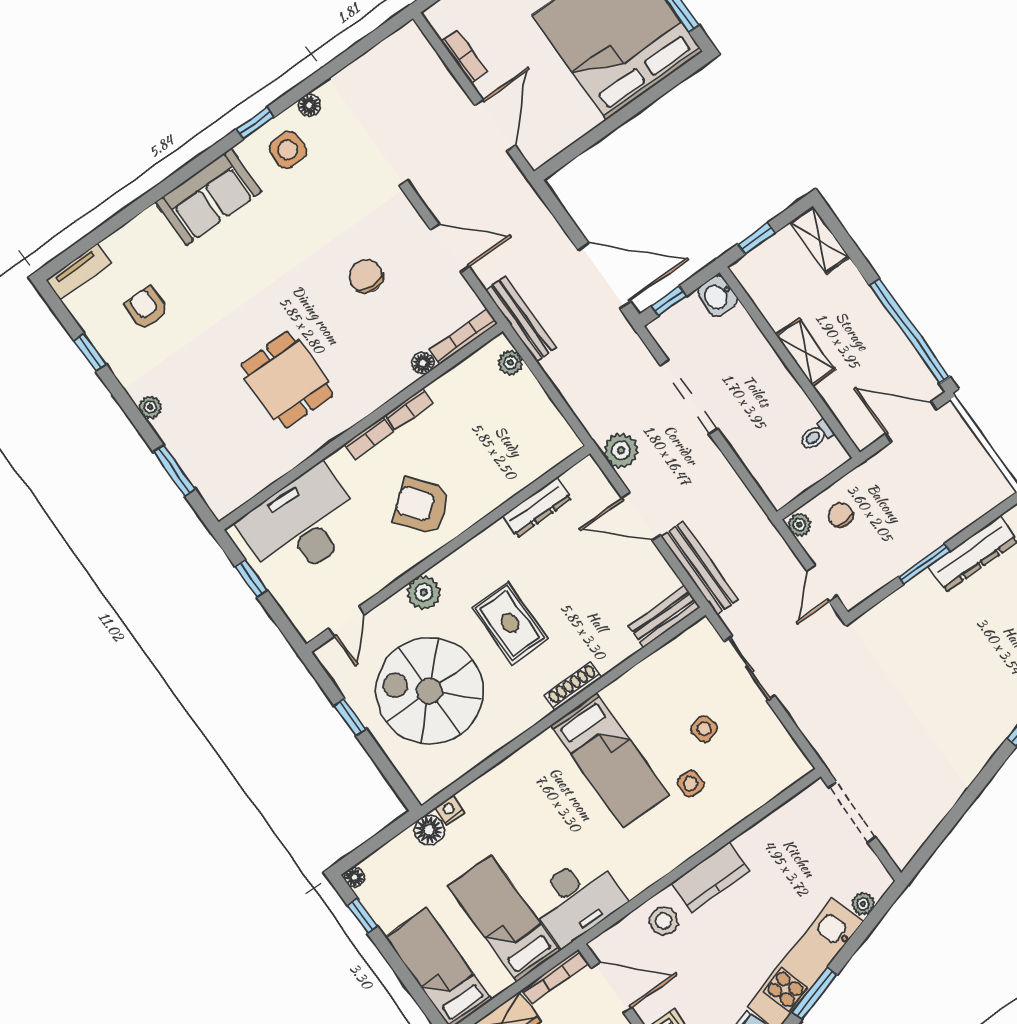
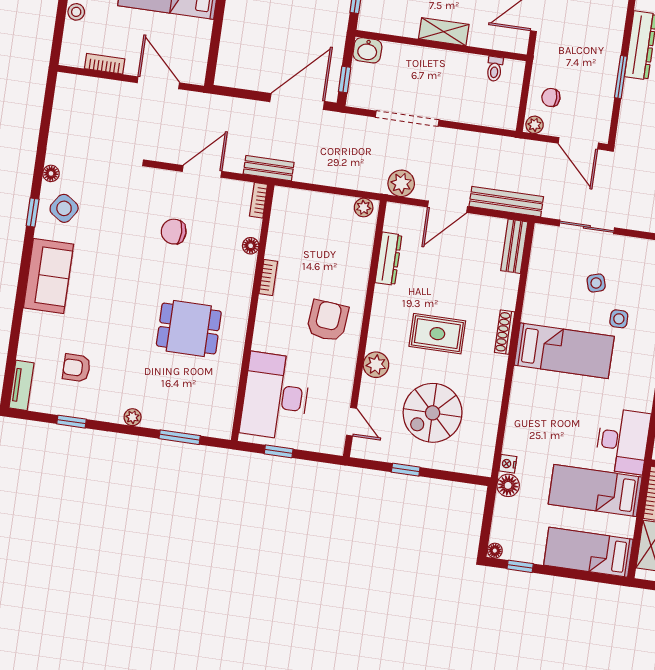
side table: (288, 150) -> (64, 208), turned 34
bench: (521, 319) -> (269, 168), width x0.73
bookcase: (464, 336) -> (259, 200), width x0.64
plant: (510, 362) -> (364, 208), moved
bookcase: (369, 438) -> (263, 314), removed
armchair: (422, 506) -> (328, 321), turned 133
door: (822, 584) -> (578, 143), width x1.38
spiral stairs: (430, 691) -> (433, 413), width x0.73, depth x0.73

